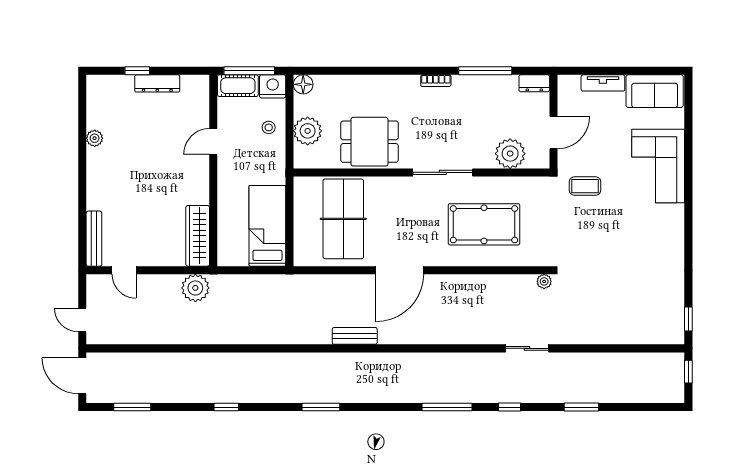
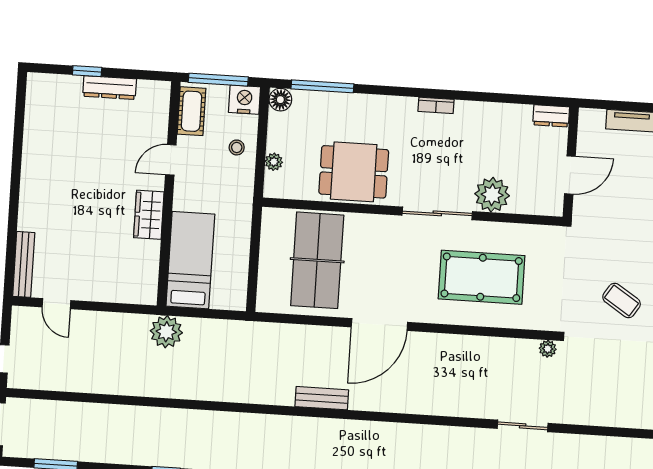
window: (485, 71) -> (322, 86), moved
cot: (238, 86) -> (191, 111), moved, turned 90
plant: (308, 131) -> (274, 162), width x0.53, depth x0.53
plant: (95, 138) -> (32, 147), removed
plant: (510, 154) -> (492, 195), moved
coffee table: (585, 186) -> (622, 300), moved, turned 33
bed: (267, 226) -> (190, 260), moved
wardrobe: (198, 236) -> (149, 215), moved, width x0.67
plant: (195, 288) -> (166, 332), moved

